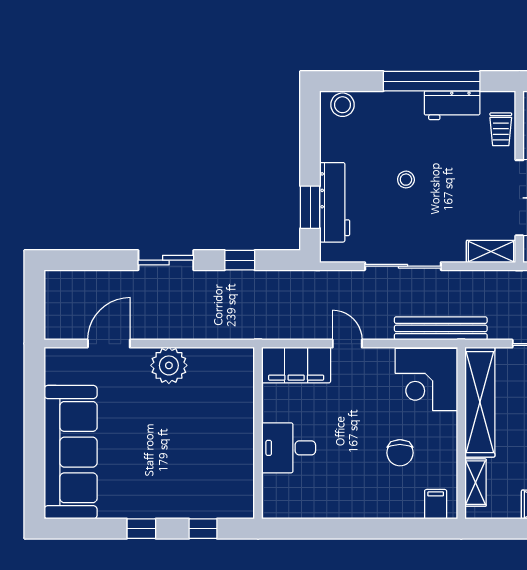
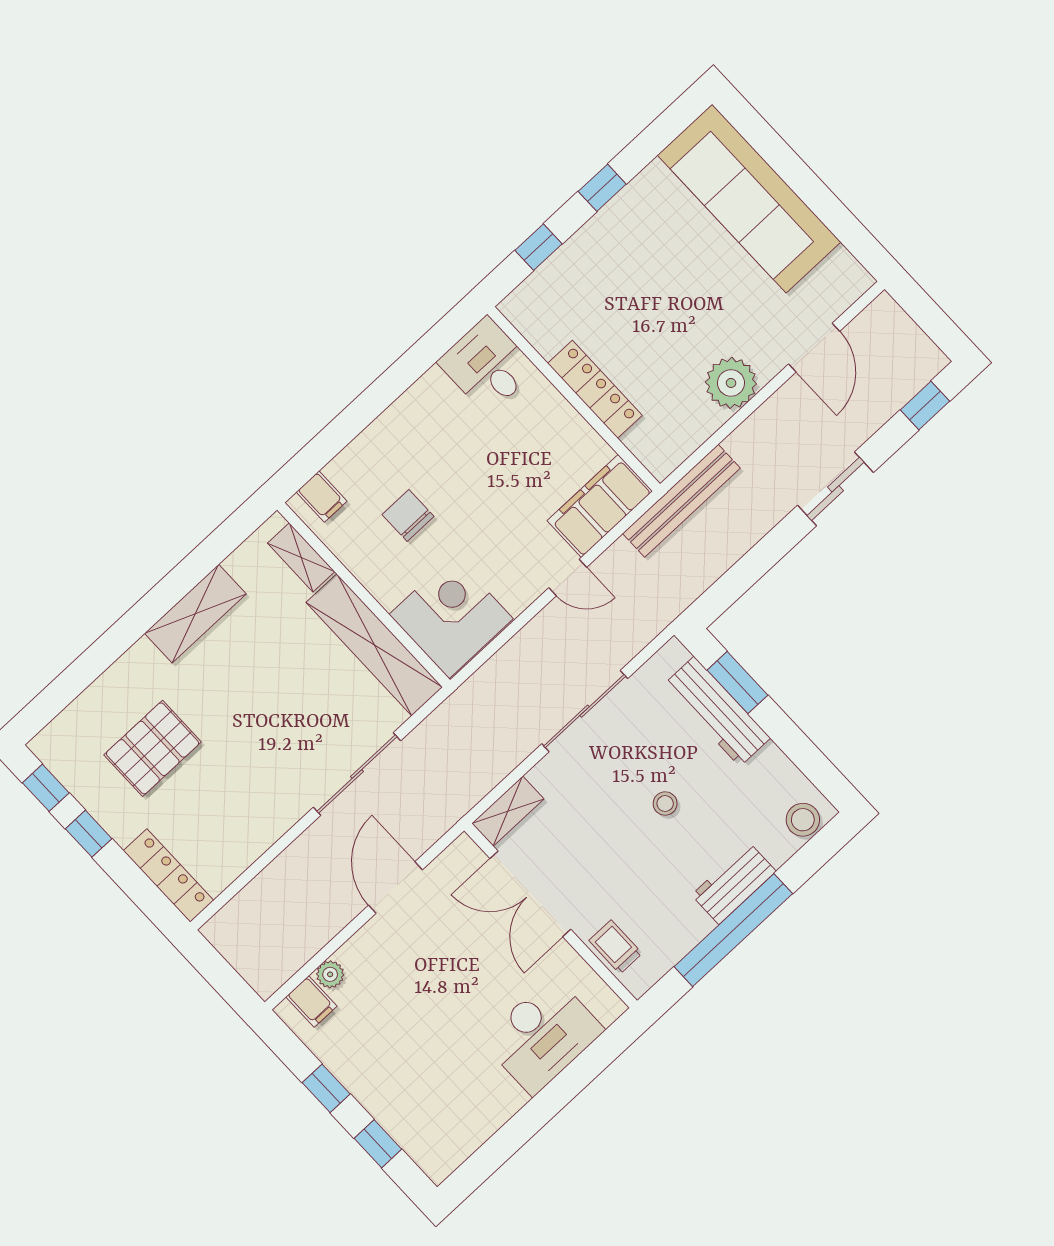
workbench: (452, 105) -> (734, 883), moved
window: (240, 260) -> (925, 406), moved
bench: (441, 328) -> (681, 501), moved
locker: (242, 428) -> (595, 389), added
desk: (289, 448) -> (487, 366), moved, turned -90

